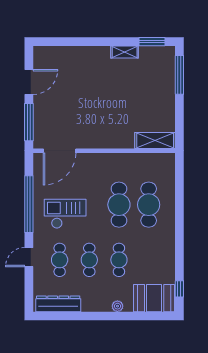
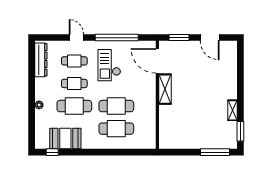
window: (29, 122) -> (179, 38), width x0.69
shelving: (155, 140) -> (165, 89), moved
checkout: (65, 214) -> (109, 65), turned 180
cafe table: (119, 260) -> (74, 106), width x1.37, depth x1.35
booth: (154, 298) -> (65, 138), moved, turned 90

